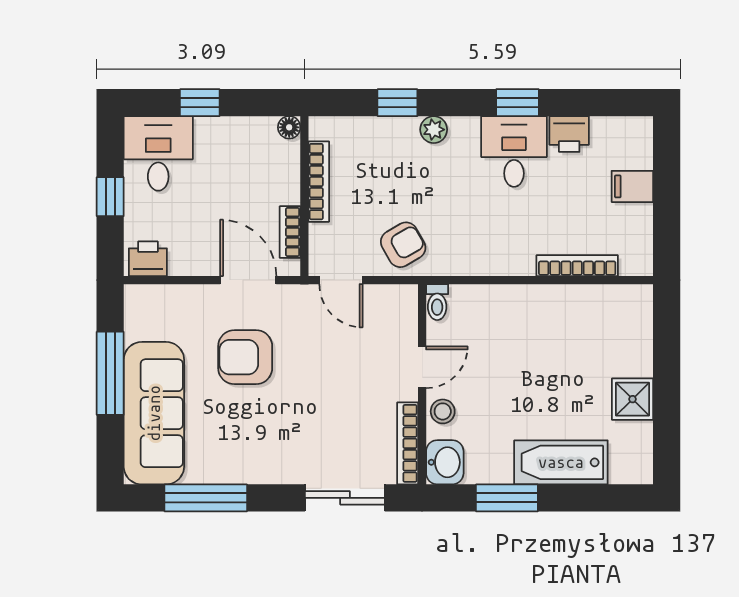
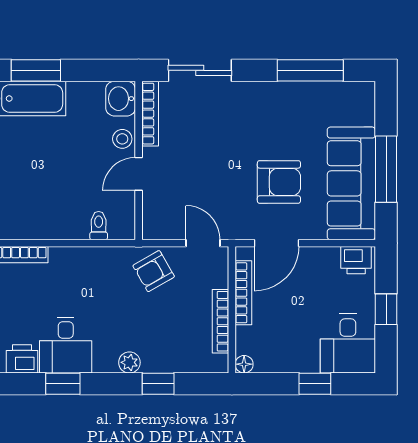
bookcase: (290, 232) -> (243, 293), width x1.56
door: (248, 280) -> (277, 243), hinge flipped
toilet: (437, 302) -> (99, 226), moved
sofa: (154, 413) -> (351, 183), moved
window: (507, 498) -> (36, 70), moved

